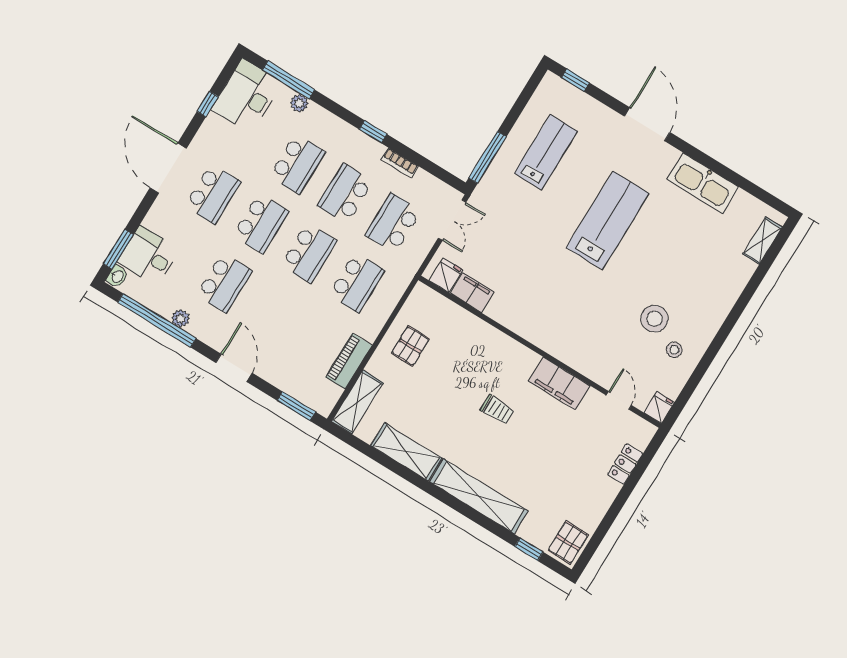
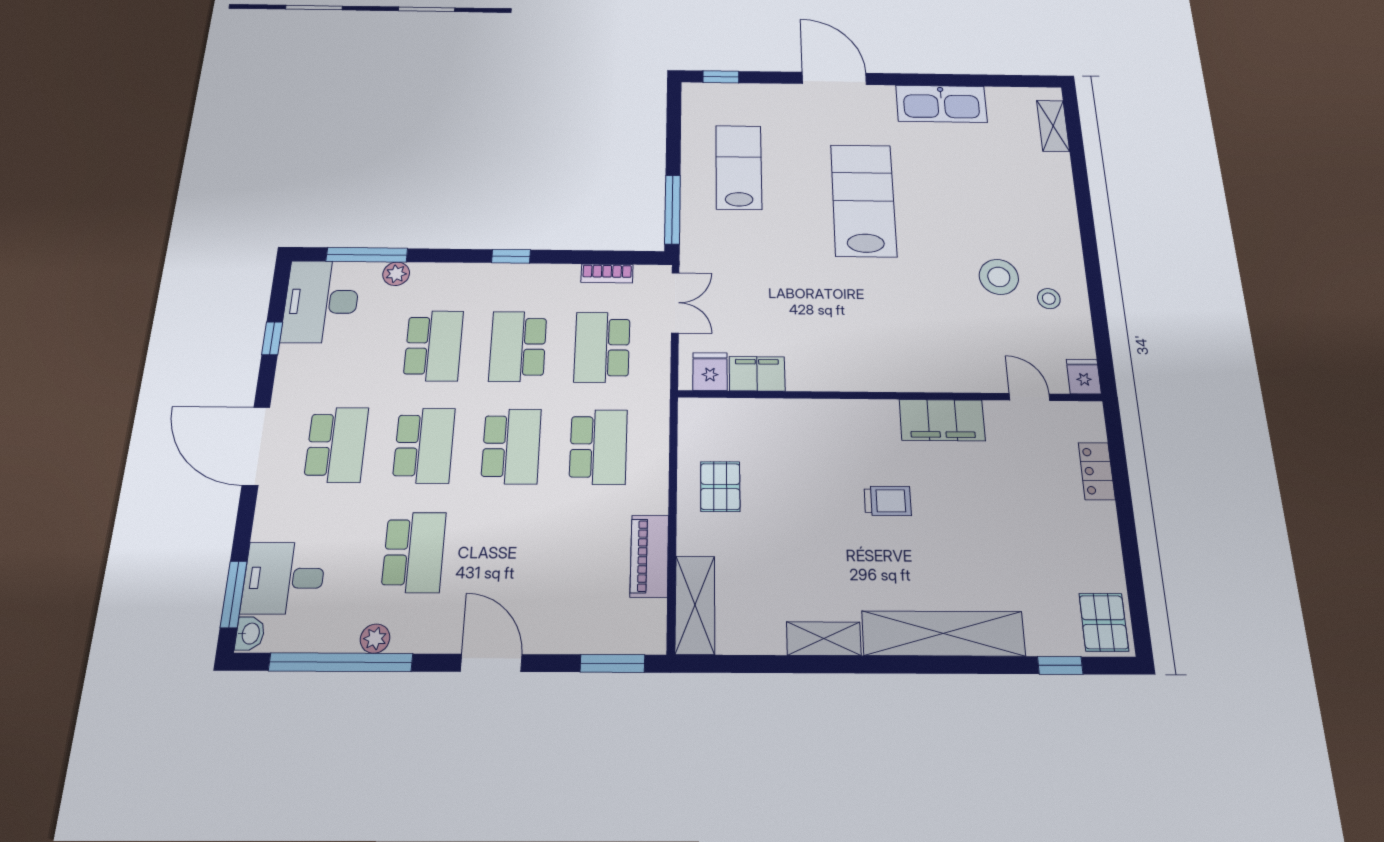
bookcase: (400, 163) -> (607, 273), moved
shelving: (406, 452) -> (824, 639), width x0.67, depth x0.75

